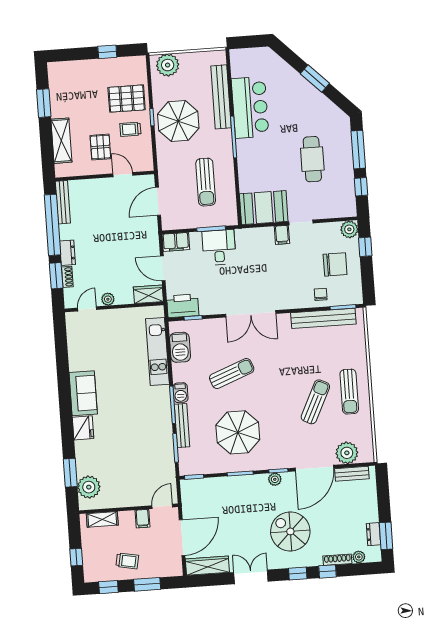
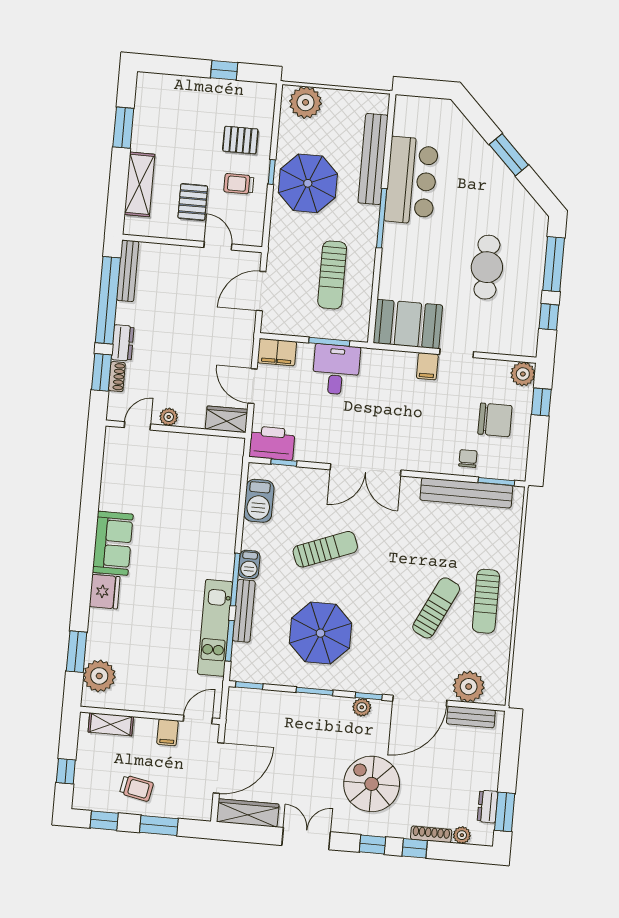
pallet: (127, 99) -> (240, 140), width x0.67, depth x0.71
kitchen unit: (157, 352) -> (215, 628), moved

